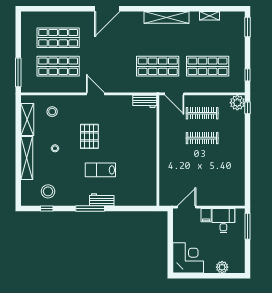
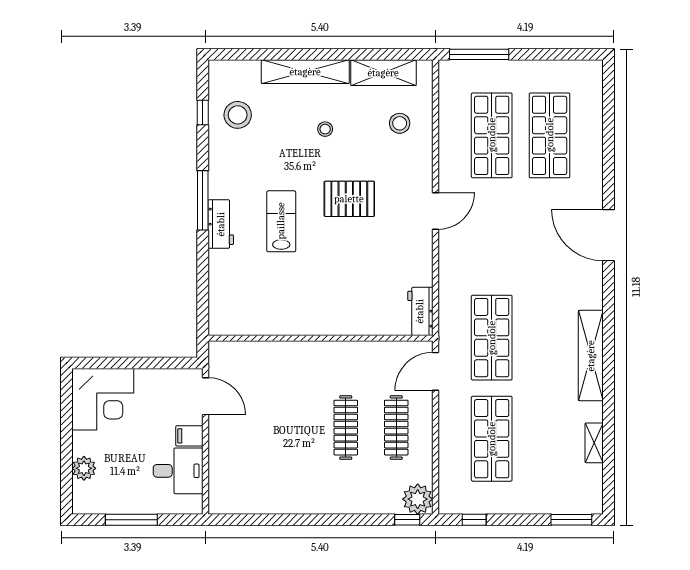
window: (247, 226) -> (131, 520), moved

